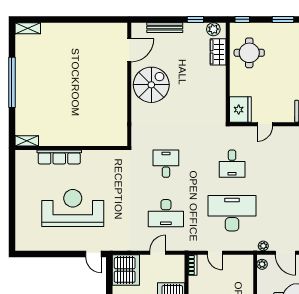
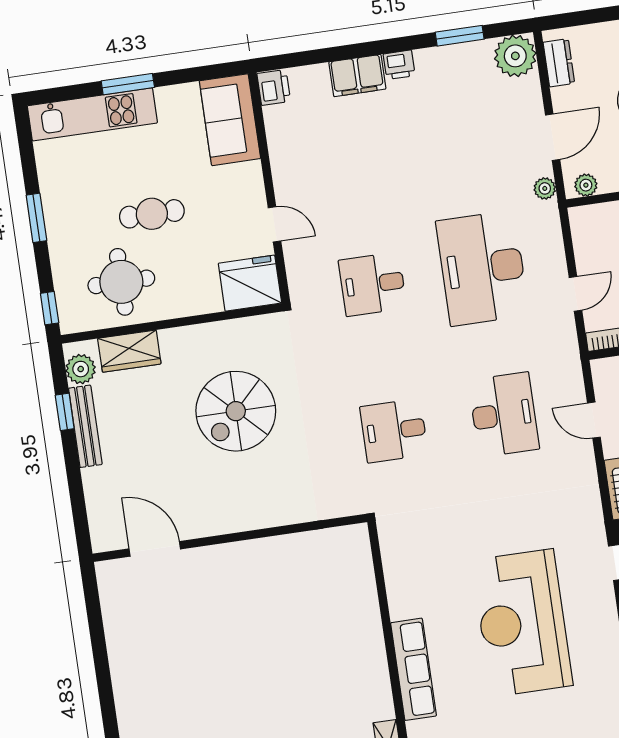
bench: (165, 28) -> (85, 426), moved
cafe table: (277, 71) -> (152, 214), added
spiral stairs: (151, 85) -> (236, 411), moved, turned -90
desk: (232, 164) -> (373, 284), turned 180

